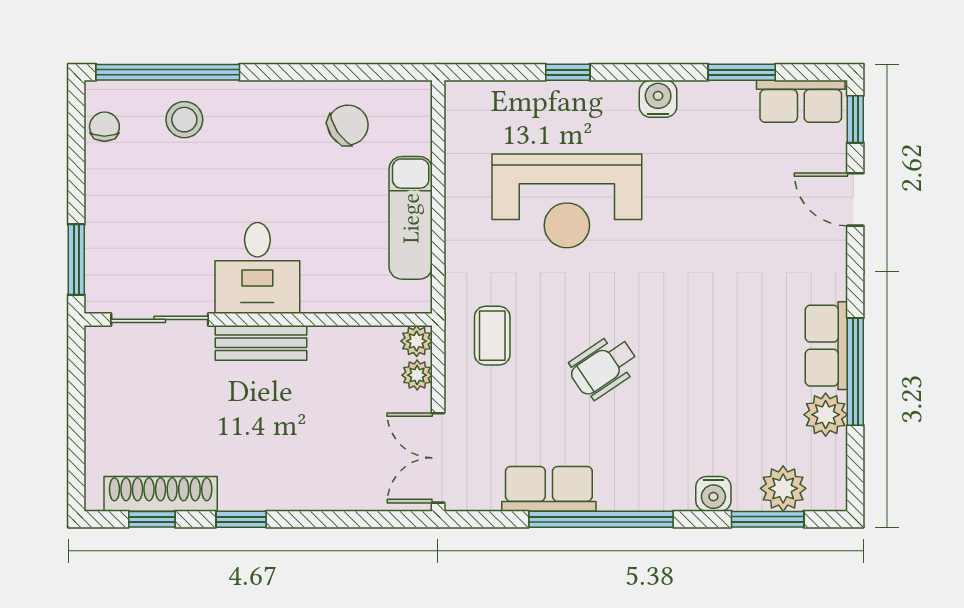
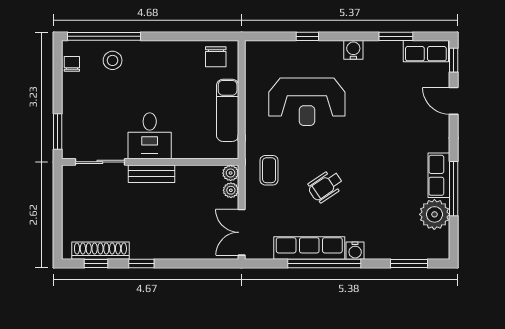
chair: (348, 125) -> (216, 57), moved, turned 124
plant: (826, 415) -> (434, 214), width x1.36, depth x1.36
plant: (783, 488) -> (417, 248), removed
row of seats: (549, 489) -> (309, 248), width x1.48
water cooler: (713, 494) -> (355, 251), moved

